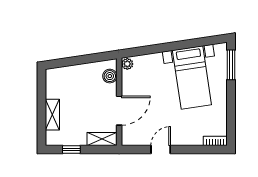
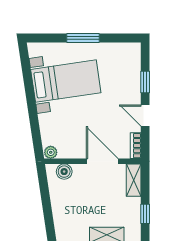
window: (231, 65) -> (83, 38), moved
bookcase: (215, 141) -> (136, 146), moved
window: (191, 150) -> (145, 82), added

